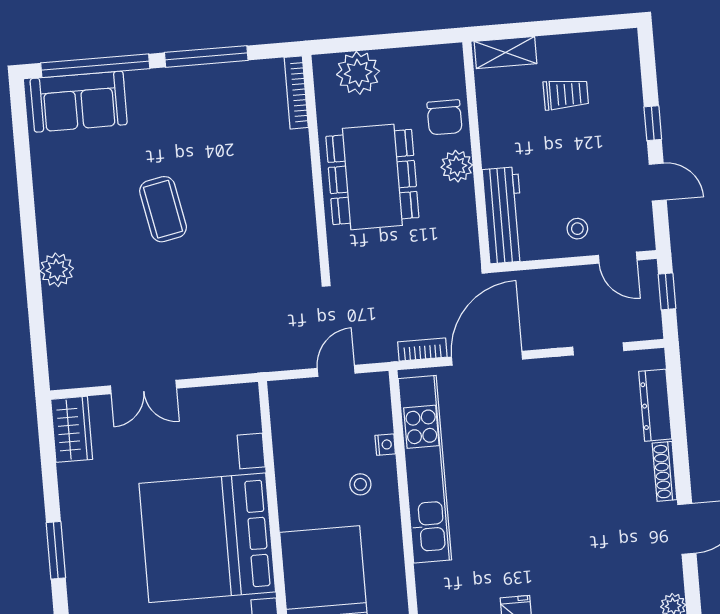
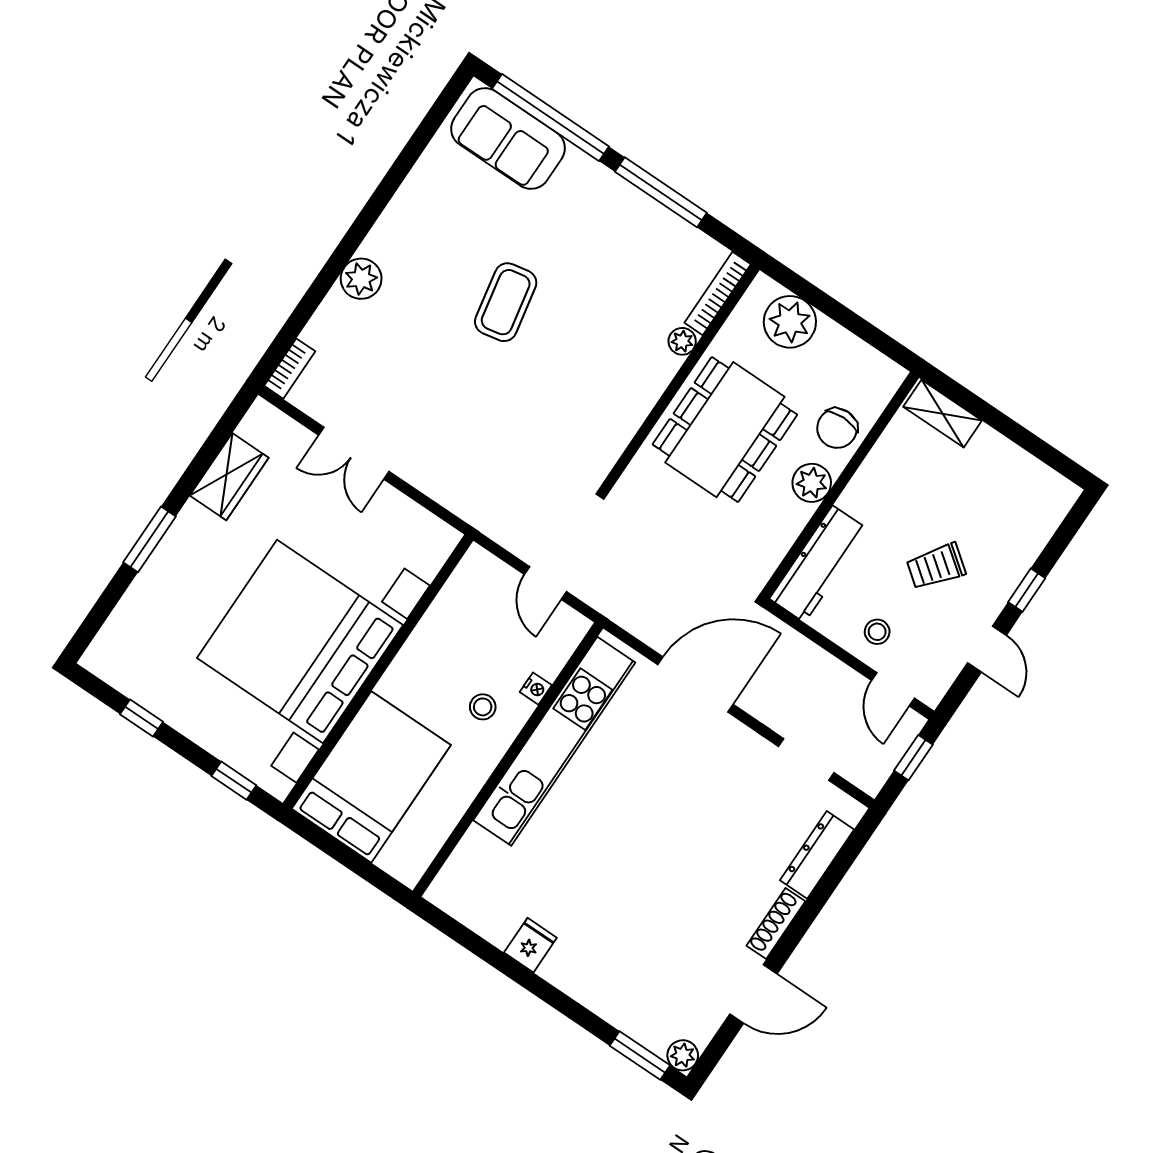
trolley: (566, 94) -> (936, 566), moved, turned 127
plant: (298, 142) -> (682, 341), added
bookcase: (422, 349) -> (290, 369), moved, turned 90
door: (336, 371) -> (545, 583), swing flipped
wardrobe: (72, 429) -> (229, 477), moved

